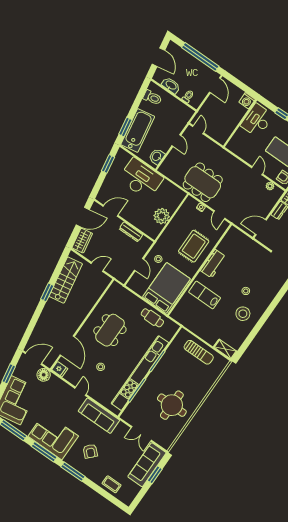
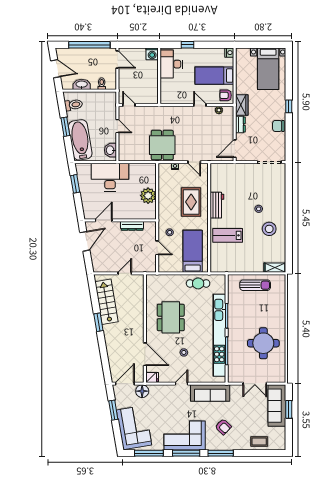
window: (125, 127) -> (65, 127), moved
dining table: (203, 182) -> (162, 145), width x0.73
wardrobe: (82, 241) -> (98, 261), removed
bed: (166, 288) -> (193, 251), width x0.67
door: (81, 391) -> (182, 384), hinge flipped

